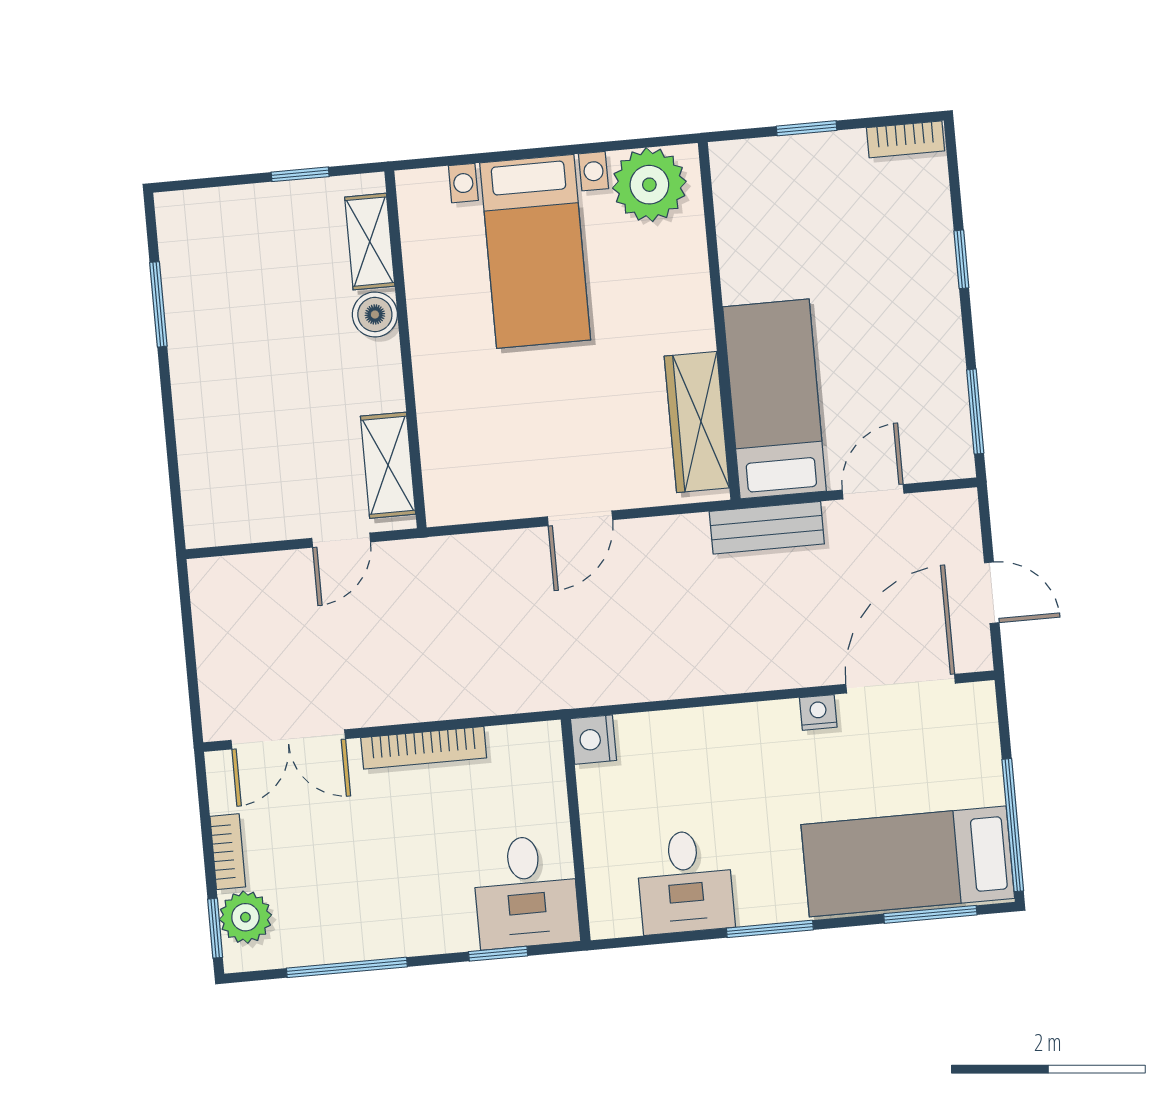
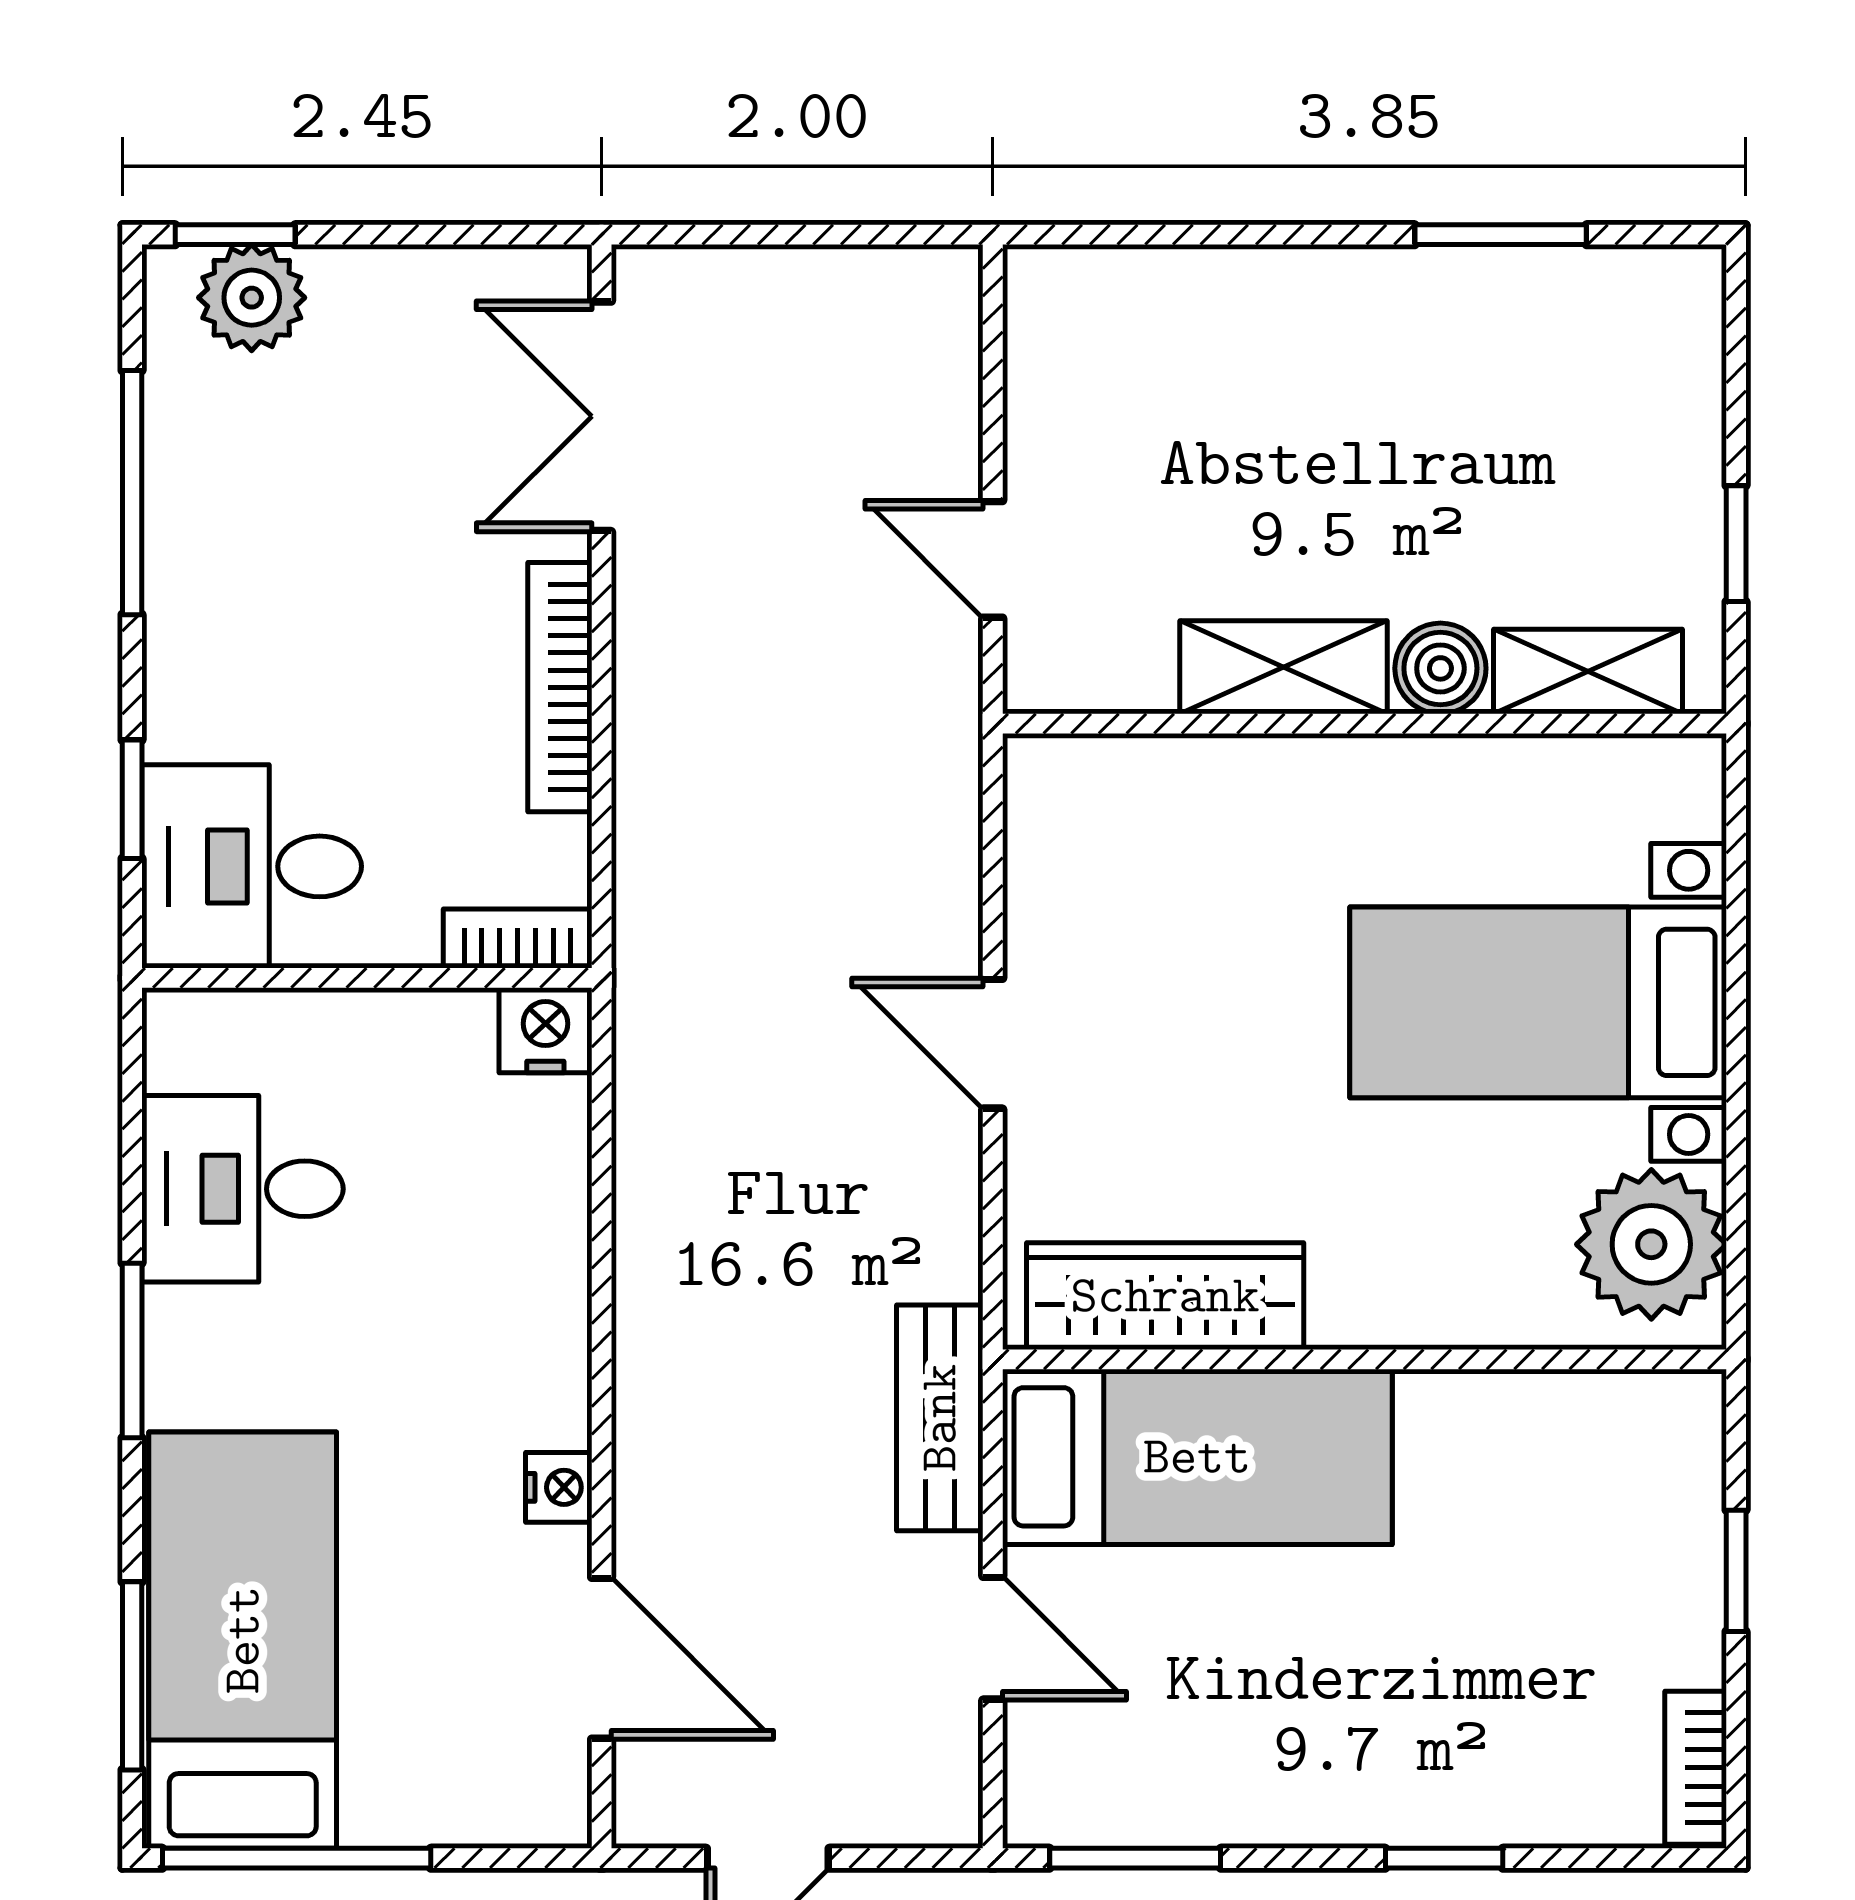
shelving: (388, 465) -> (1283, 667), moved
door: (901, 684) -> (602, 1658), width x0.73
bookcase: (228, 852) -> (518, 939), moved, turned 180

